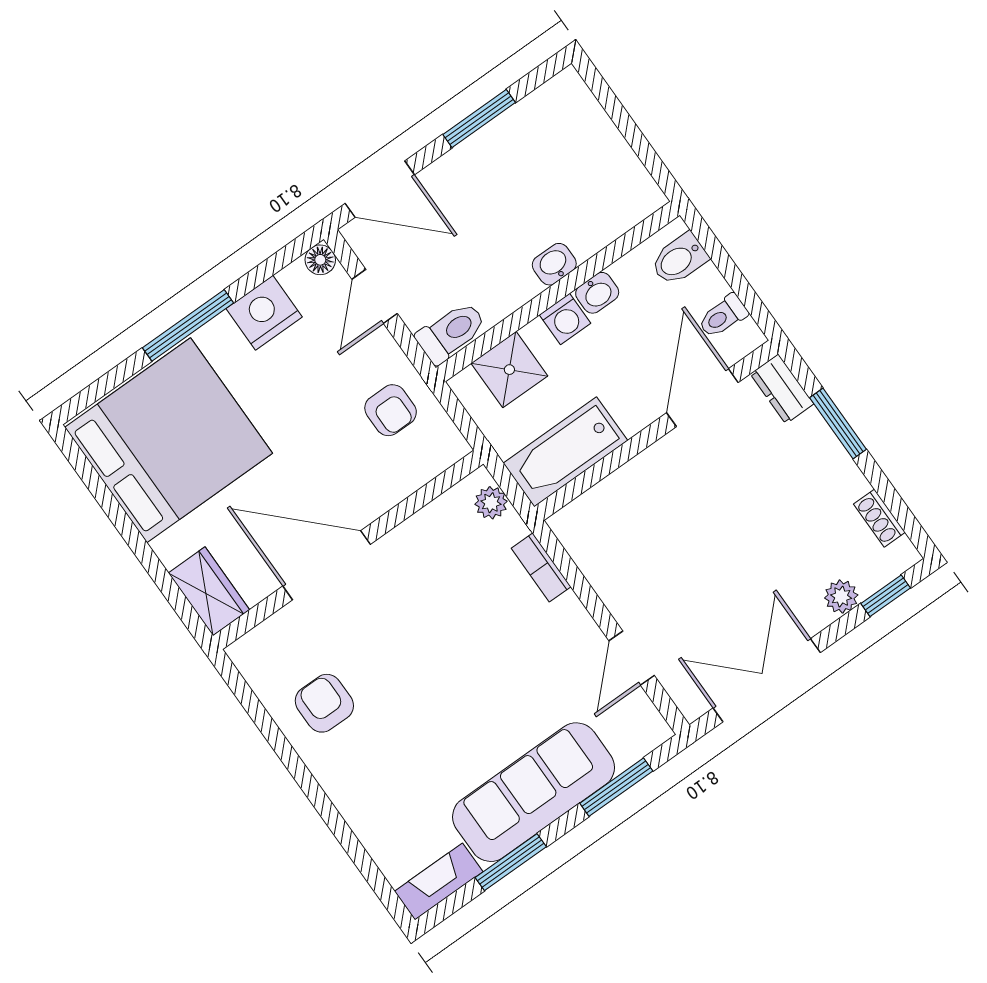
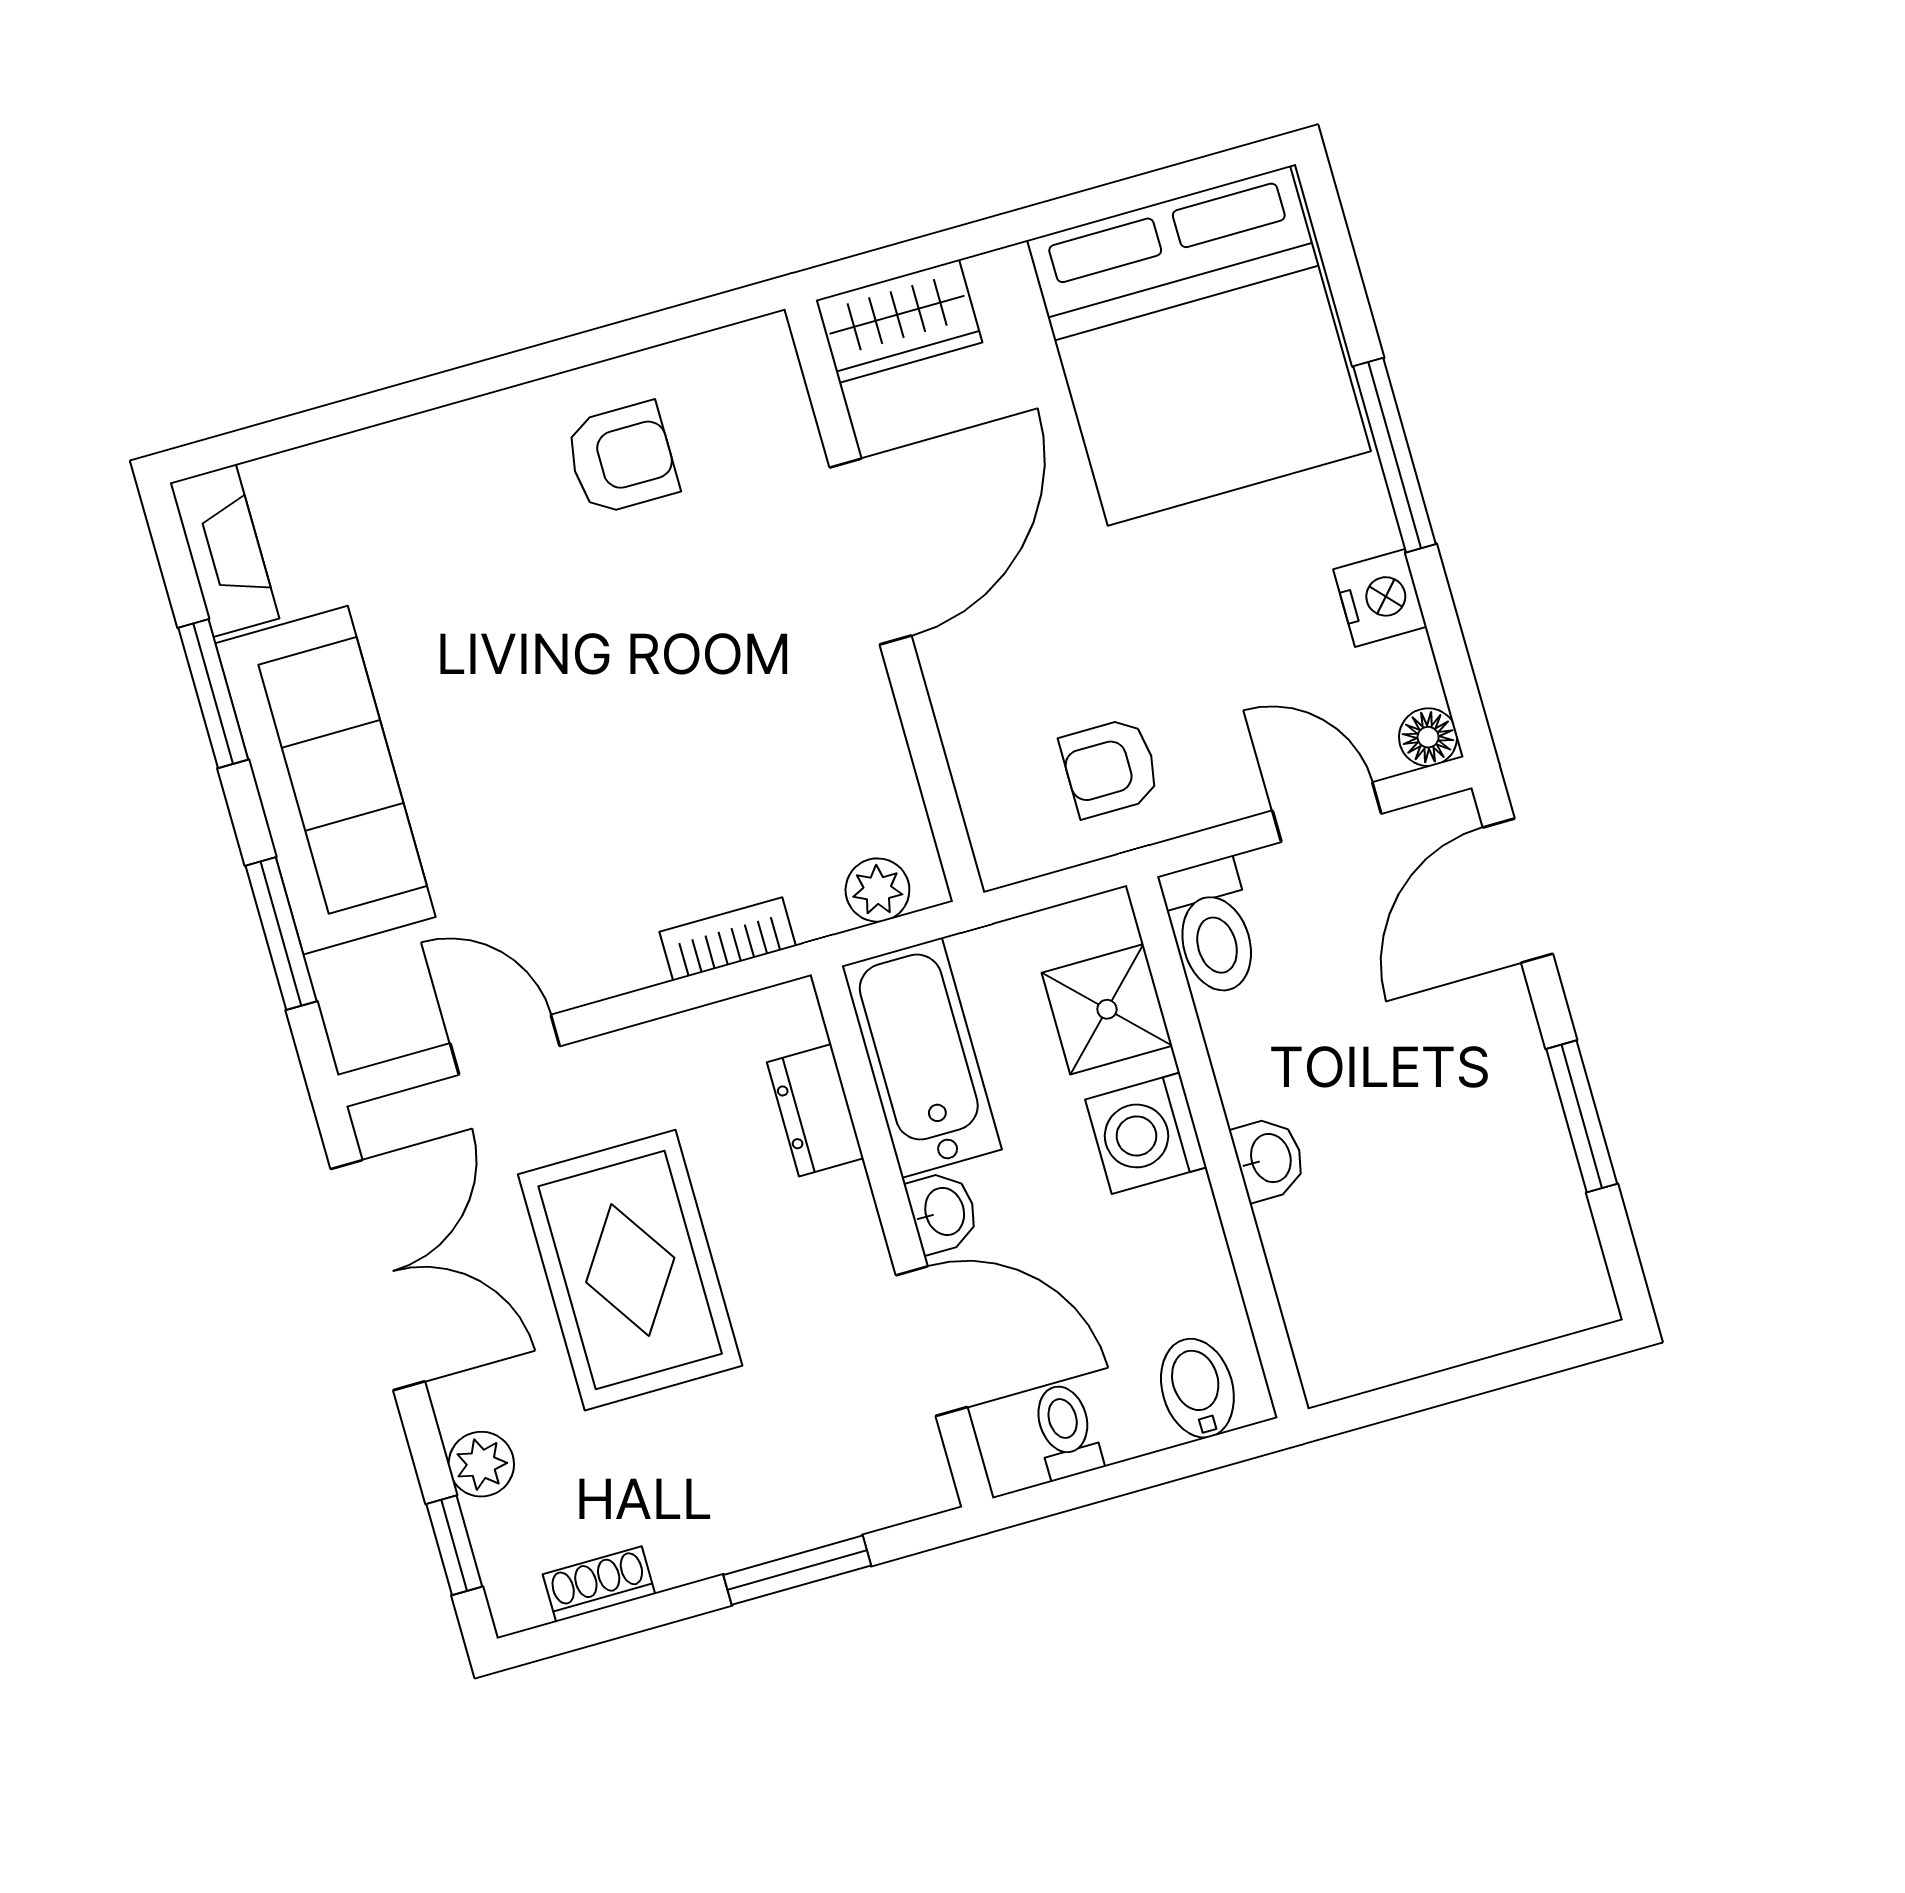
washbasin: (597, 293) -> (943, 1212), moved, turned 180
nightstand: (264, 313) -> (1380, 598), width x0.74, depth x0.75
washing machine: (565, 319) -> (1146, 1133), width x1.38, depth x1.38
dresser: (782, 389) -> (815, 1110), moved, turned -90
rug: (720, 558) -> (630, 1270), added

